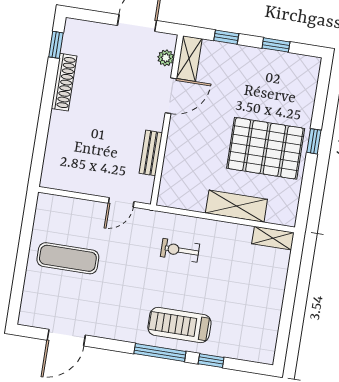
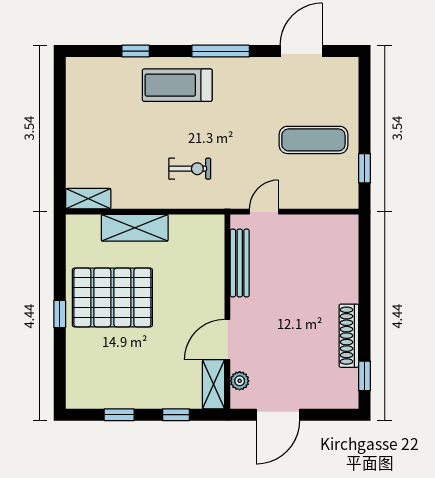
bench: (151, 153) -> (240, 263), width x1.36
window: (27, 226) -> (365, 168), added
treadmill: (179, 325) -> (177, 85), turned 180
window: (160, 352) -> (221, 51), moved

